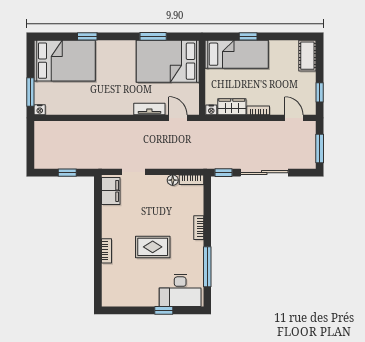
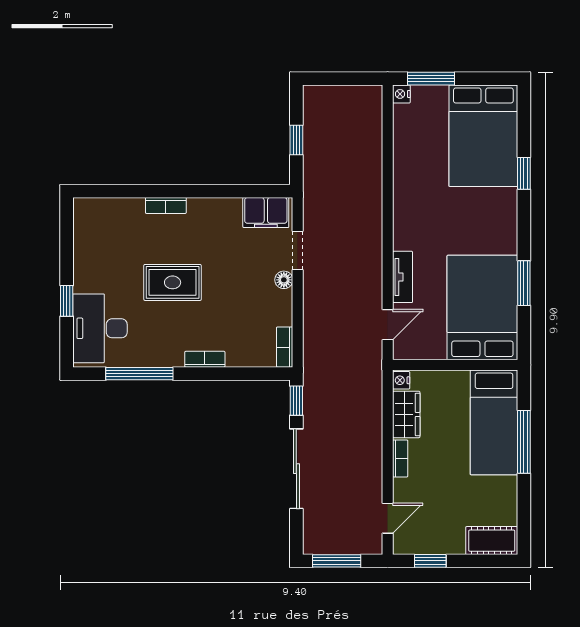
window: (248, 36) -> (524, 442), width x2.17
floor lamp: (173, 180) -> (284, 280), moved
rug: (153, 247) -> (173, 282), turned 90

